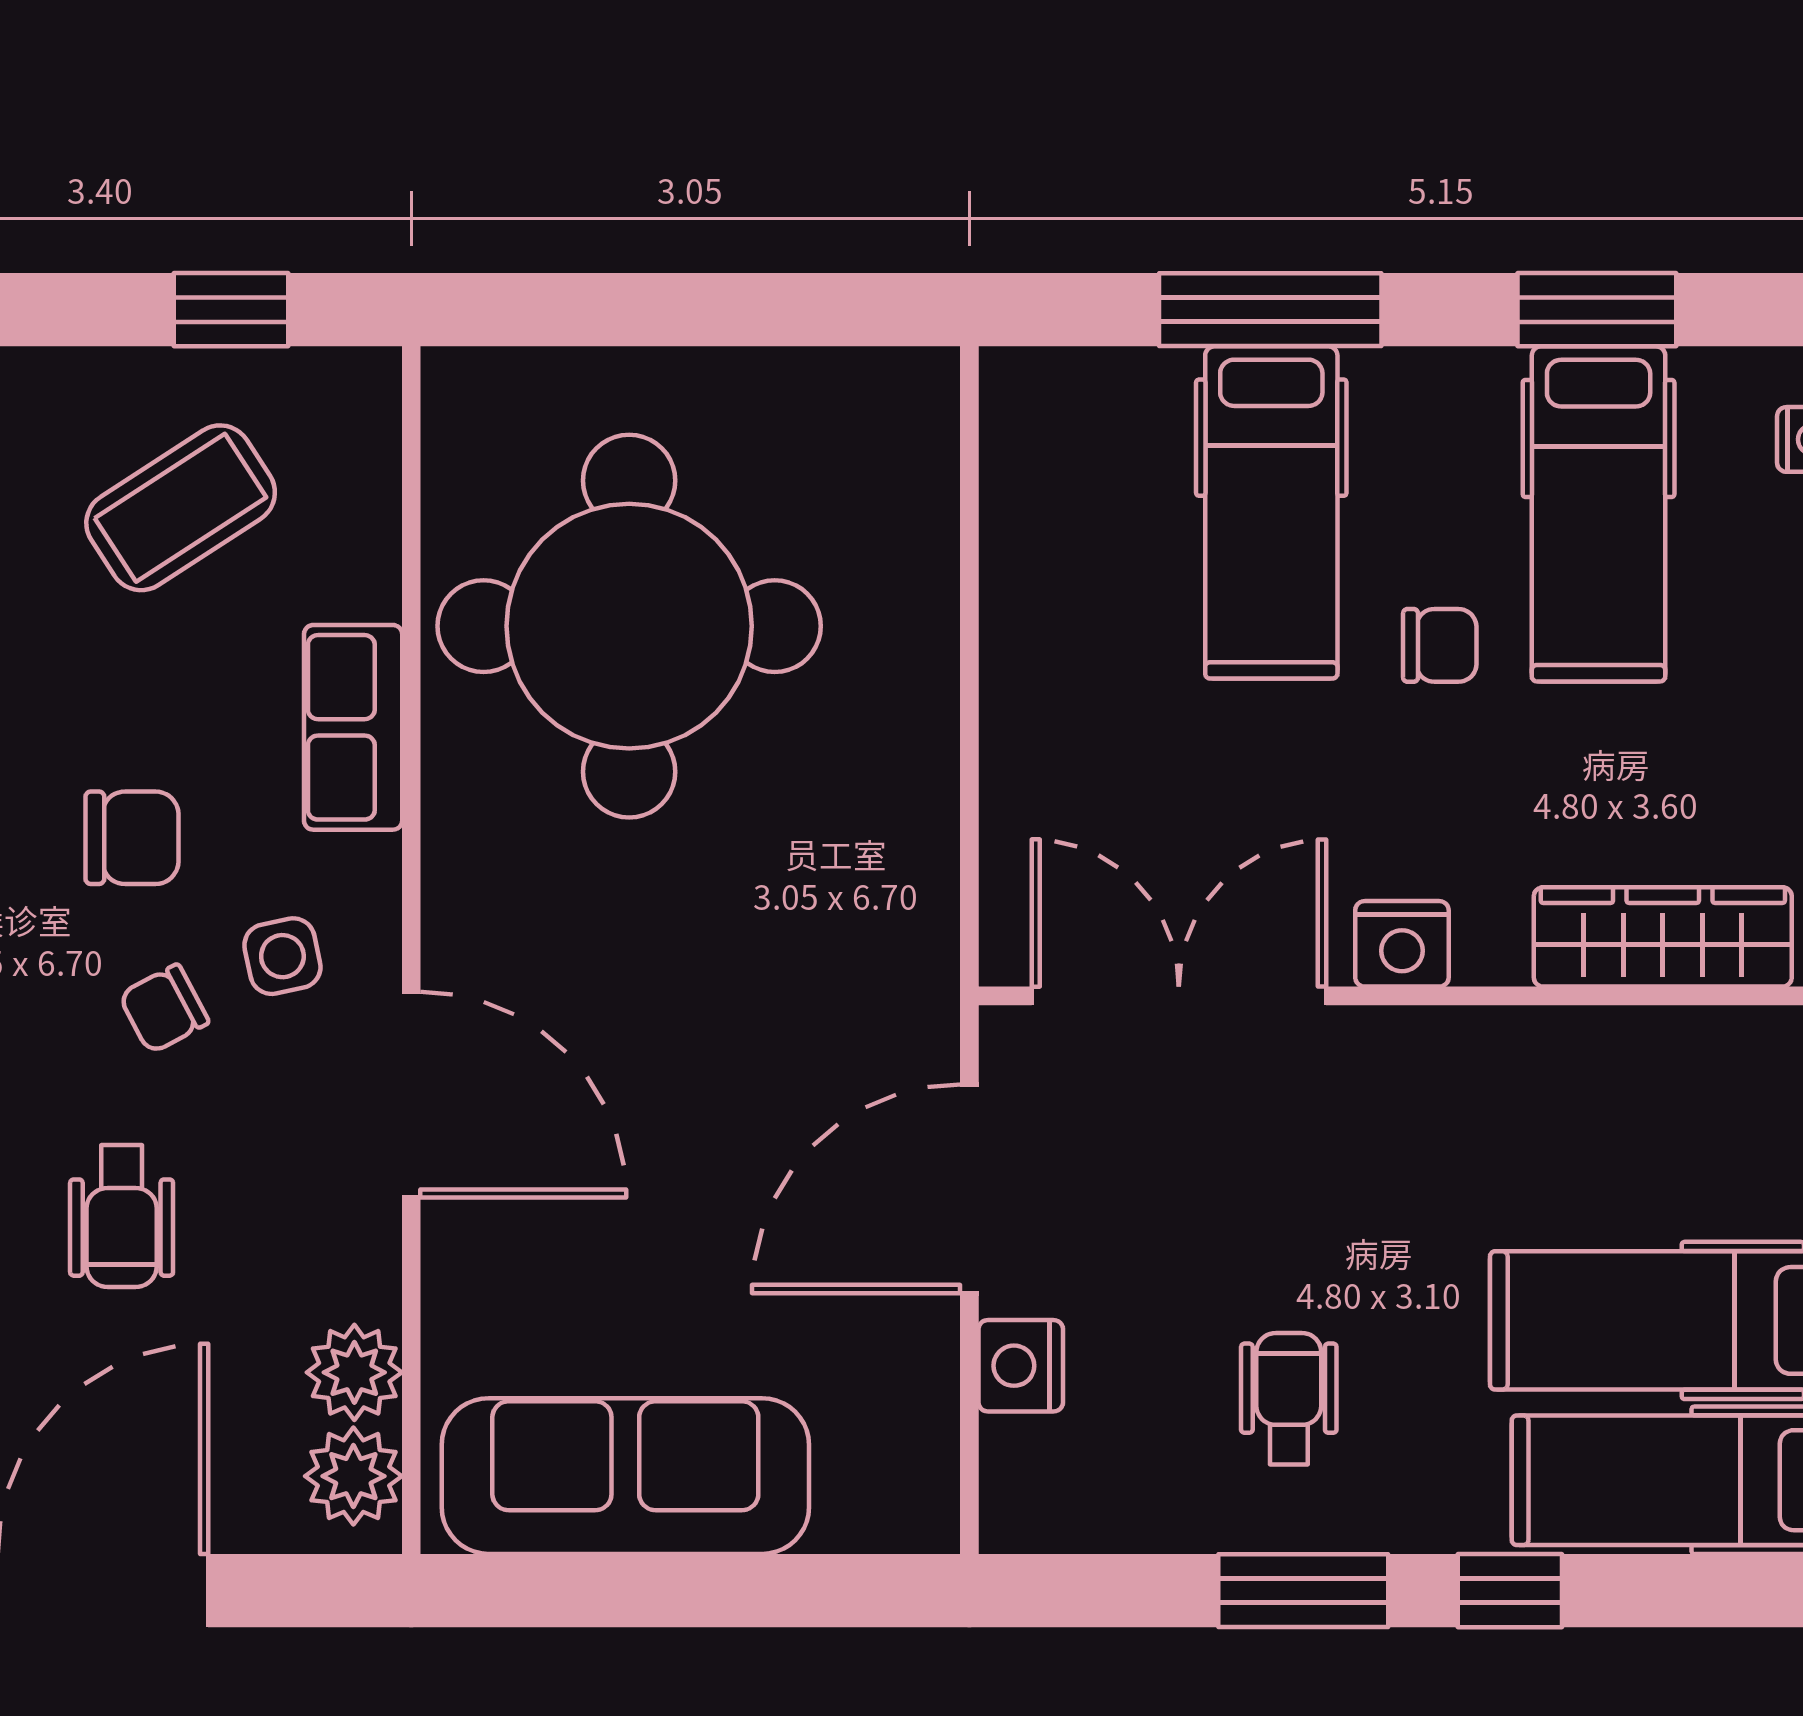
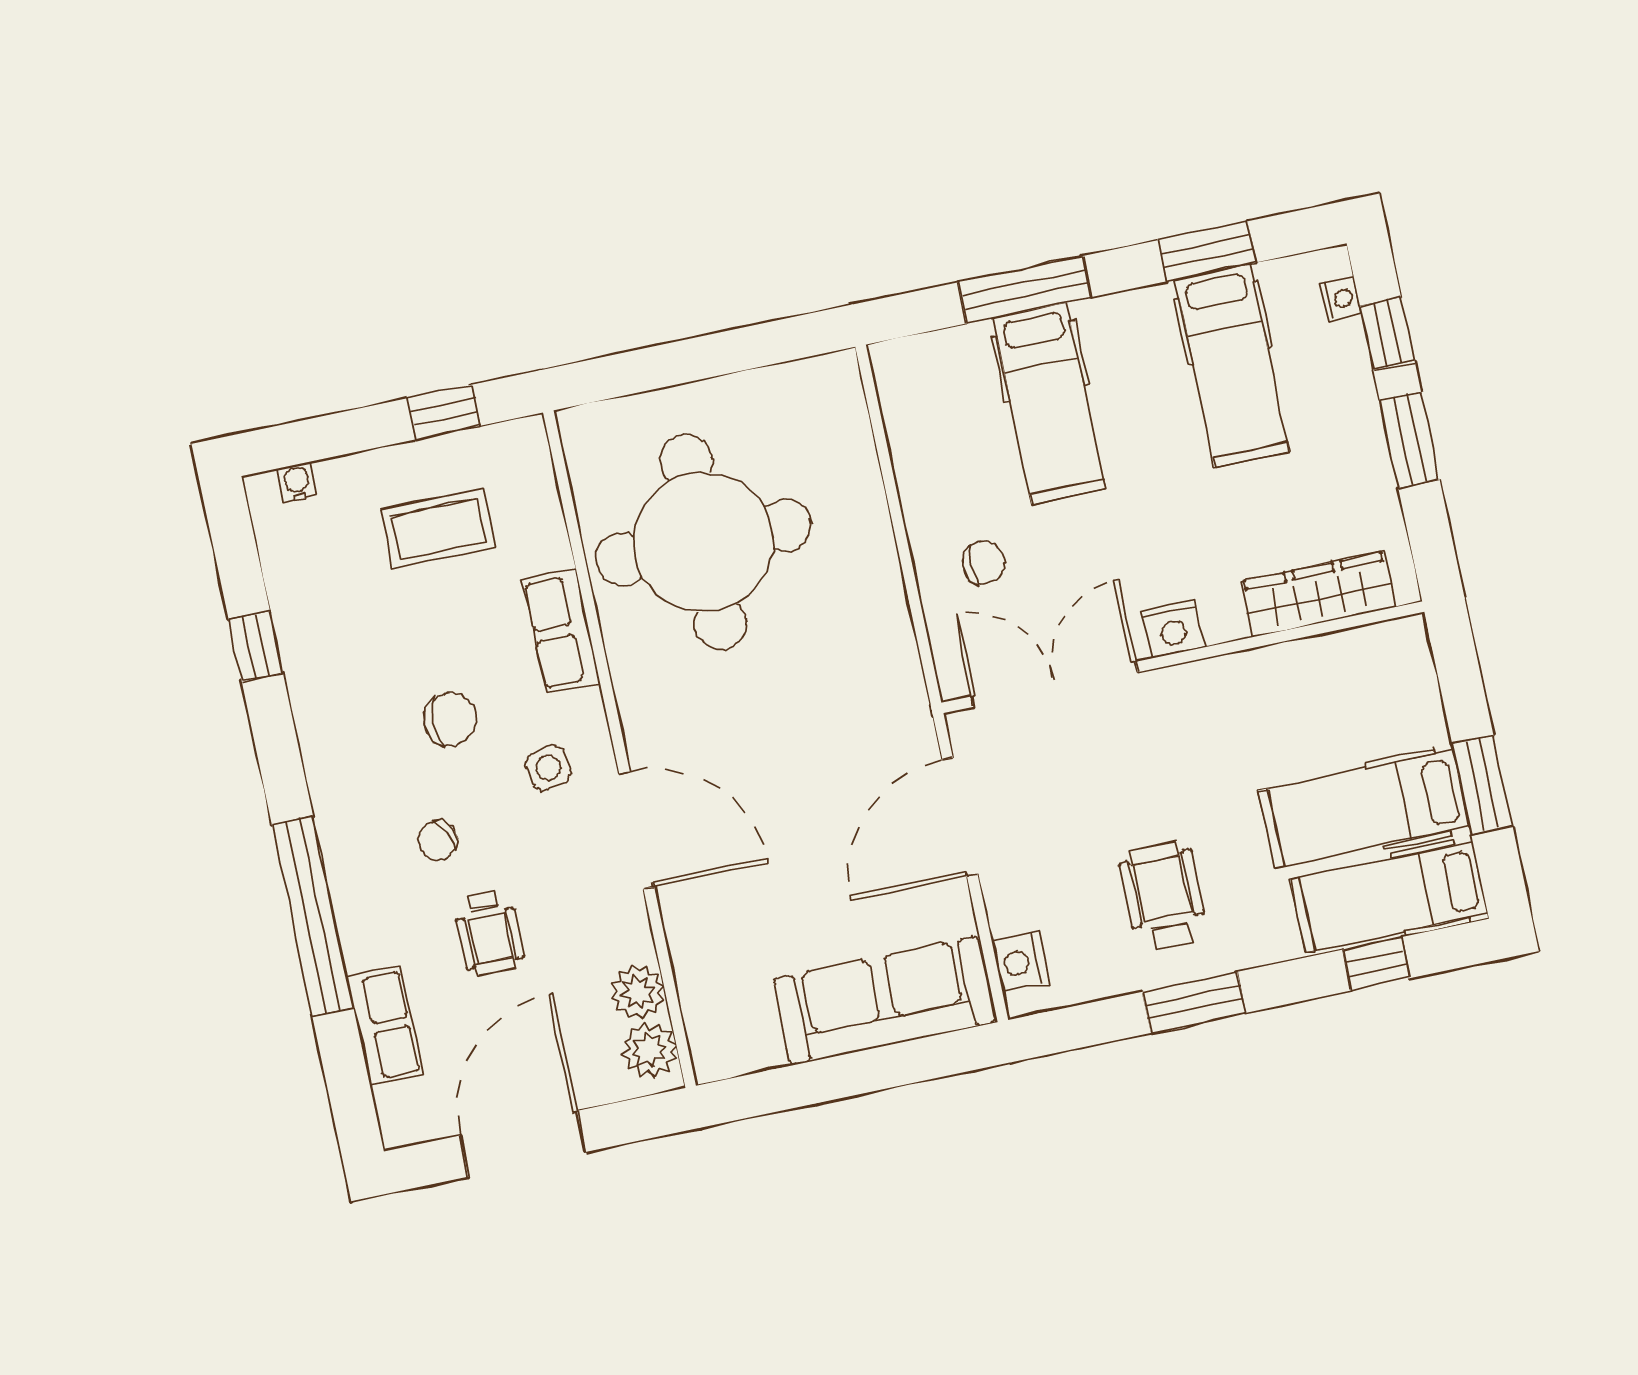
coffee table: (181, 508) -> (438, 529), turned 33
chair: (1440, 645) -> (984, 563), moved
chair: (164, 1009) -> (438, 840), moved
nightstand: (1021, 1366) -> (1020, 962), moved
wheelchair: (1289, 1399) -> (1163, 897), width x1.36, depth x1.37
sofa: (625, 1476) -> (884, 1001), moved
window: (1510, 1591) -> (1376, 964), moved

